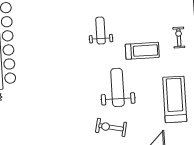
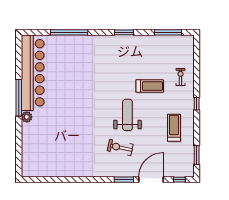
weight bench: (101, 31) -> (116, 67), removed
treadmill: (175, 99) -> (174, 128), width x0.73, depth x0.73

